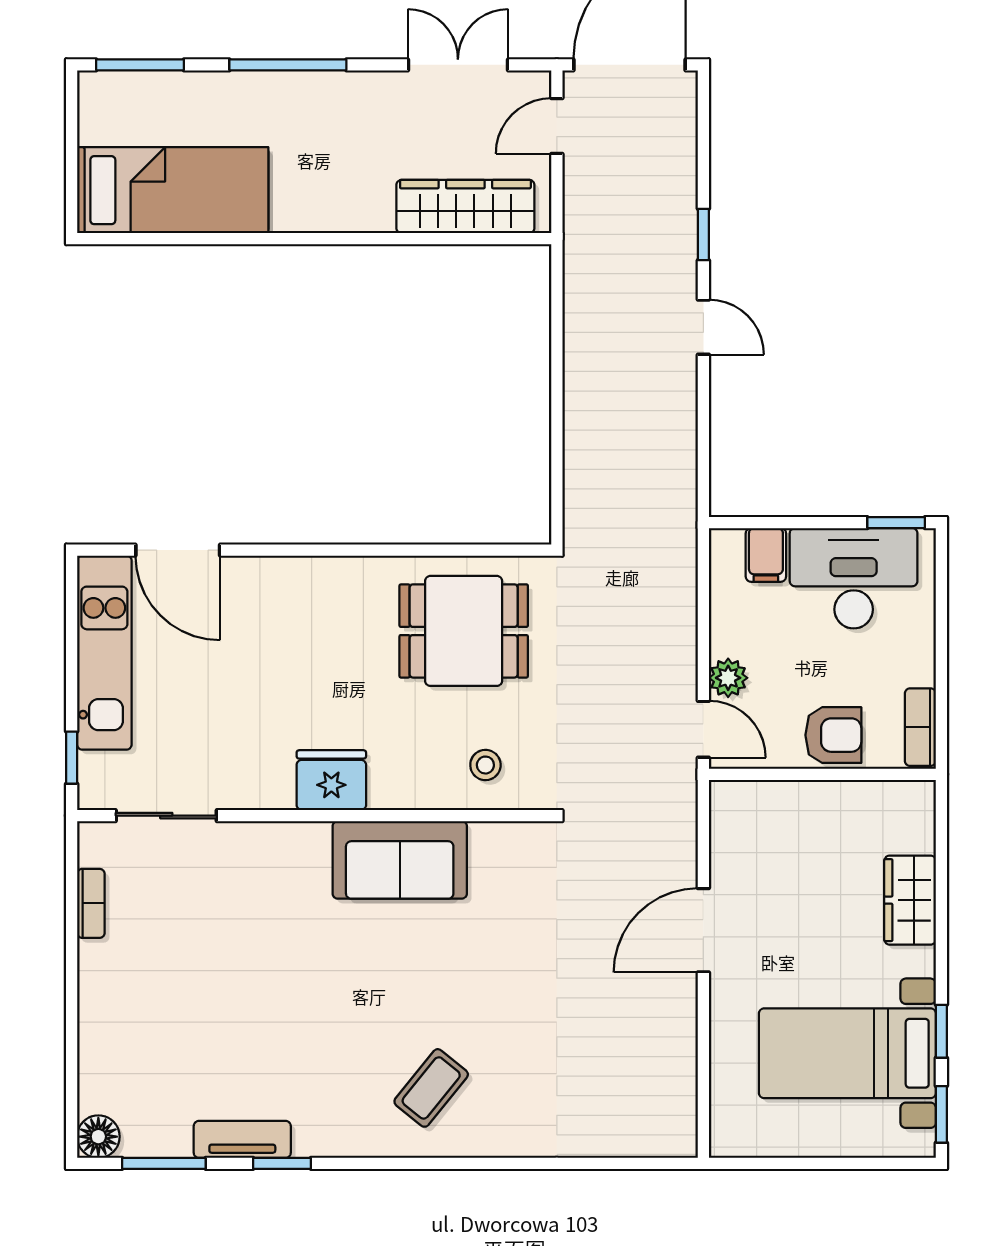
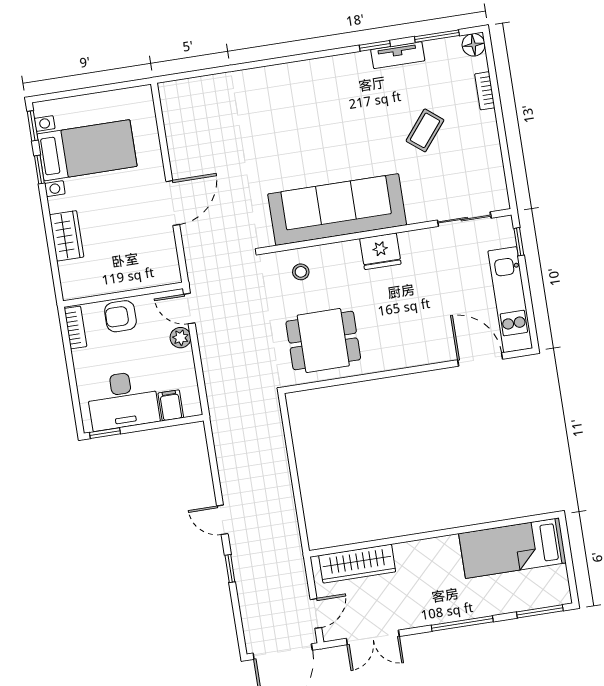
sofa: (400, 860) -> (337, 209), width x1.85, depth x1.27
bookcase: (91, 903) -> (485, 91), moved
coffee table: (431, 1088) -> (425, 130), moved

